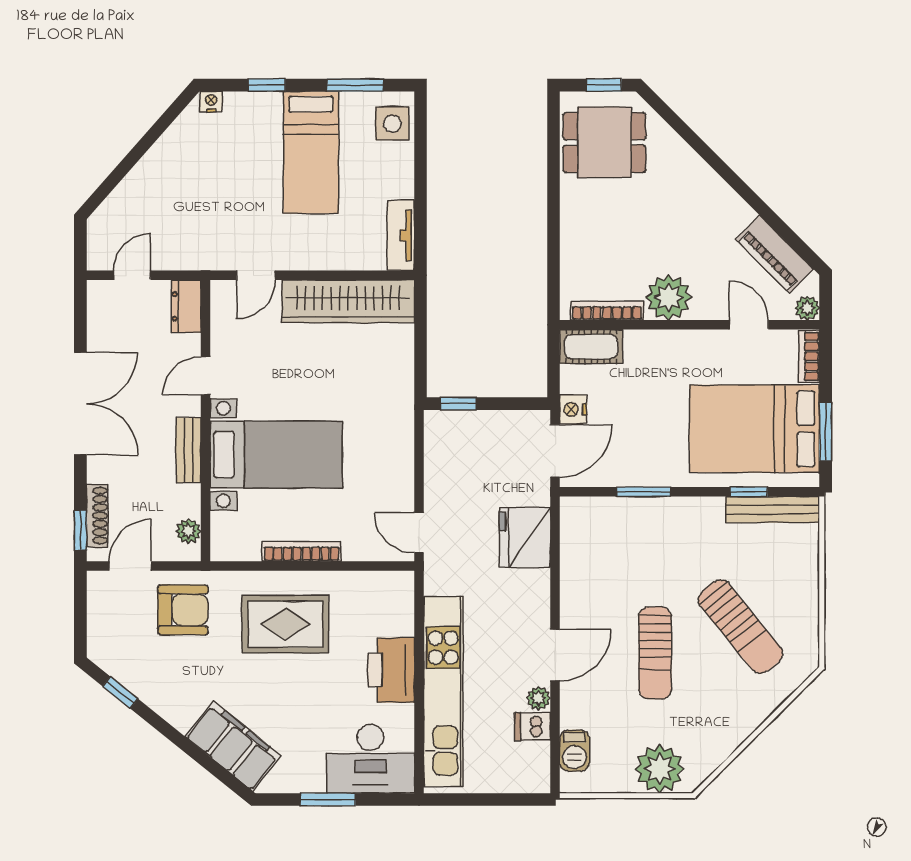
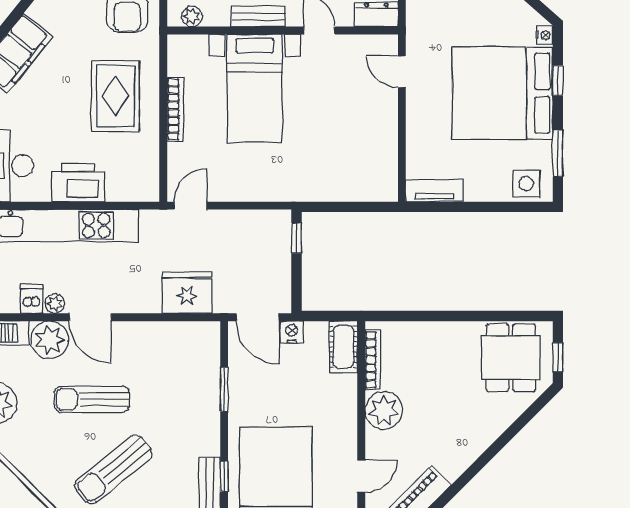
bed: (311, 152) -> (503, 93), width x2.04
wardrobe: (348, 301) -> (380, 147), removed
plant: (583, 705) -> (50, 340), added

